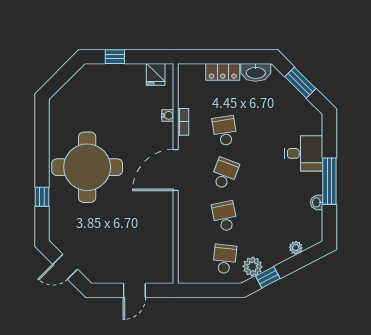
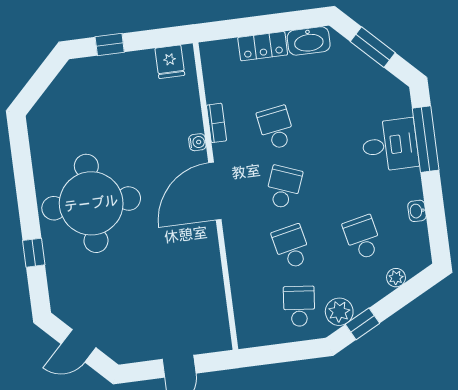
water cooler: (168, 115) -> (197, 142), moved
window: (329, 181) -> (426, 139), moved
school desk: (276, 216) -> (362, 238), added

